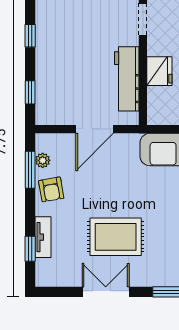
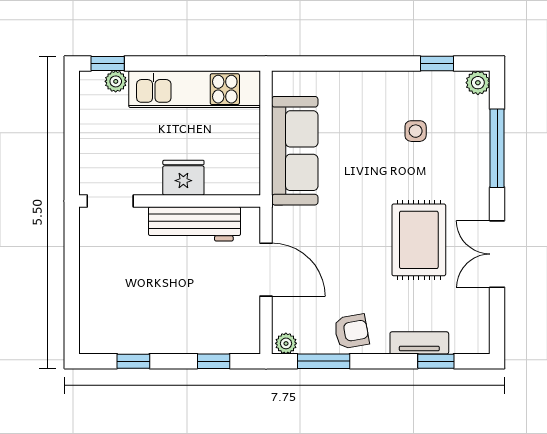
plant: (43, 160) -> (286, 343), moved

